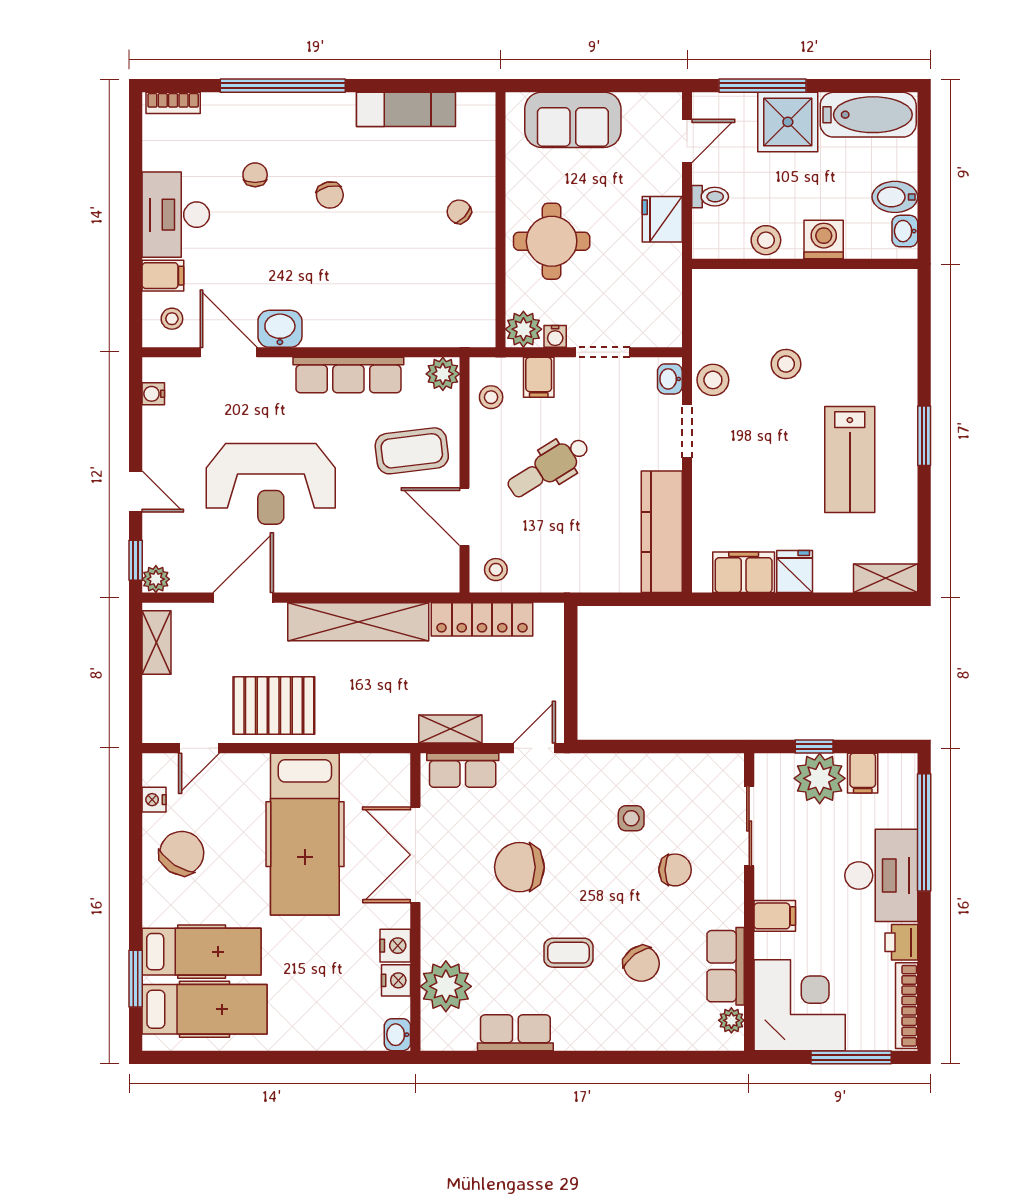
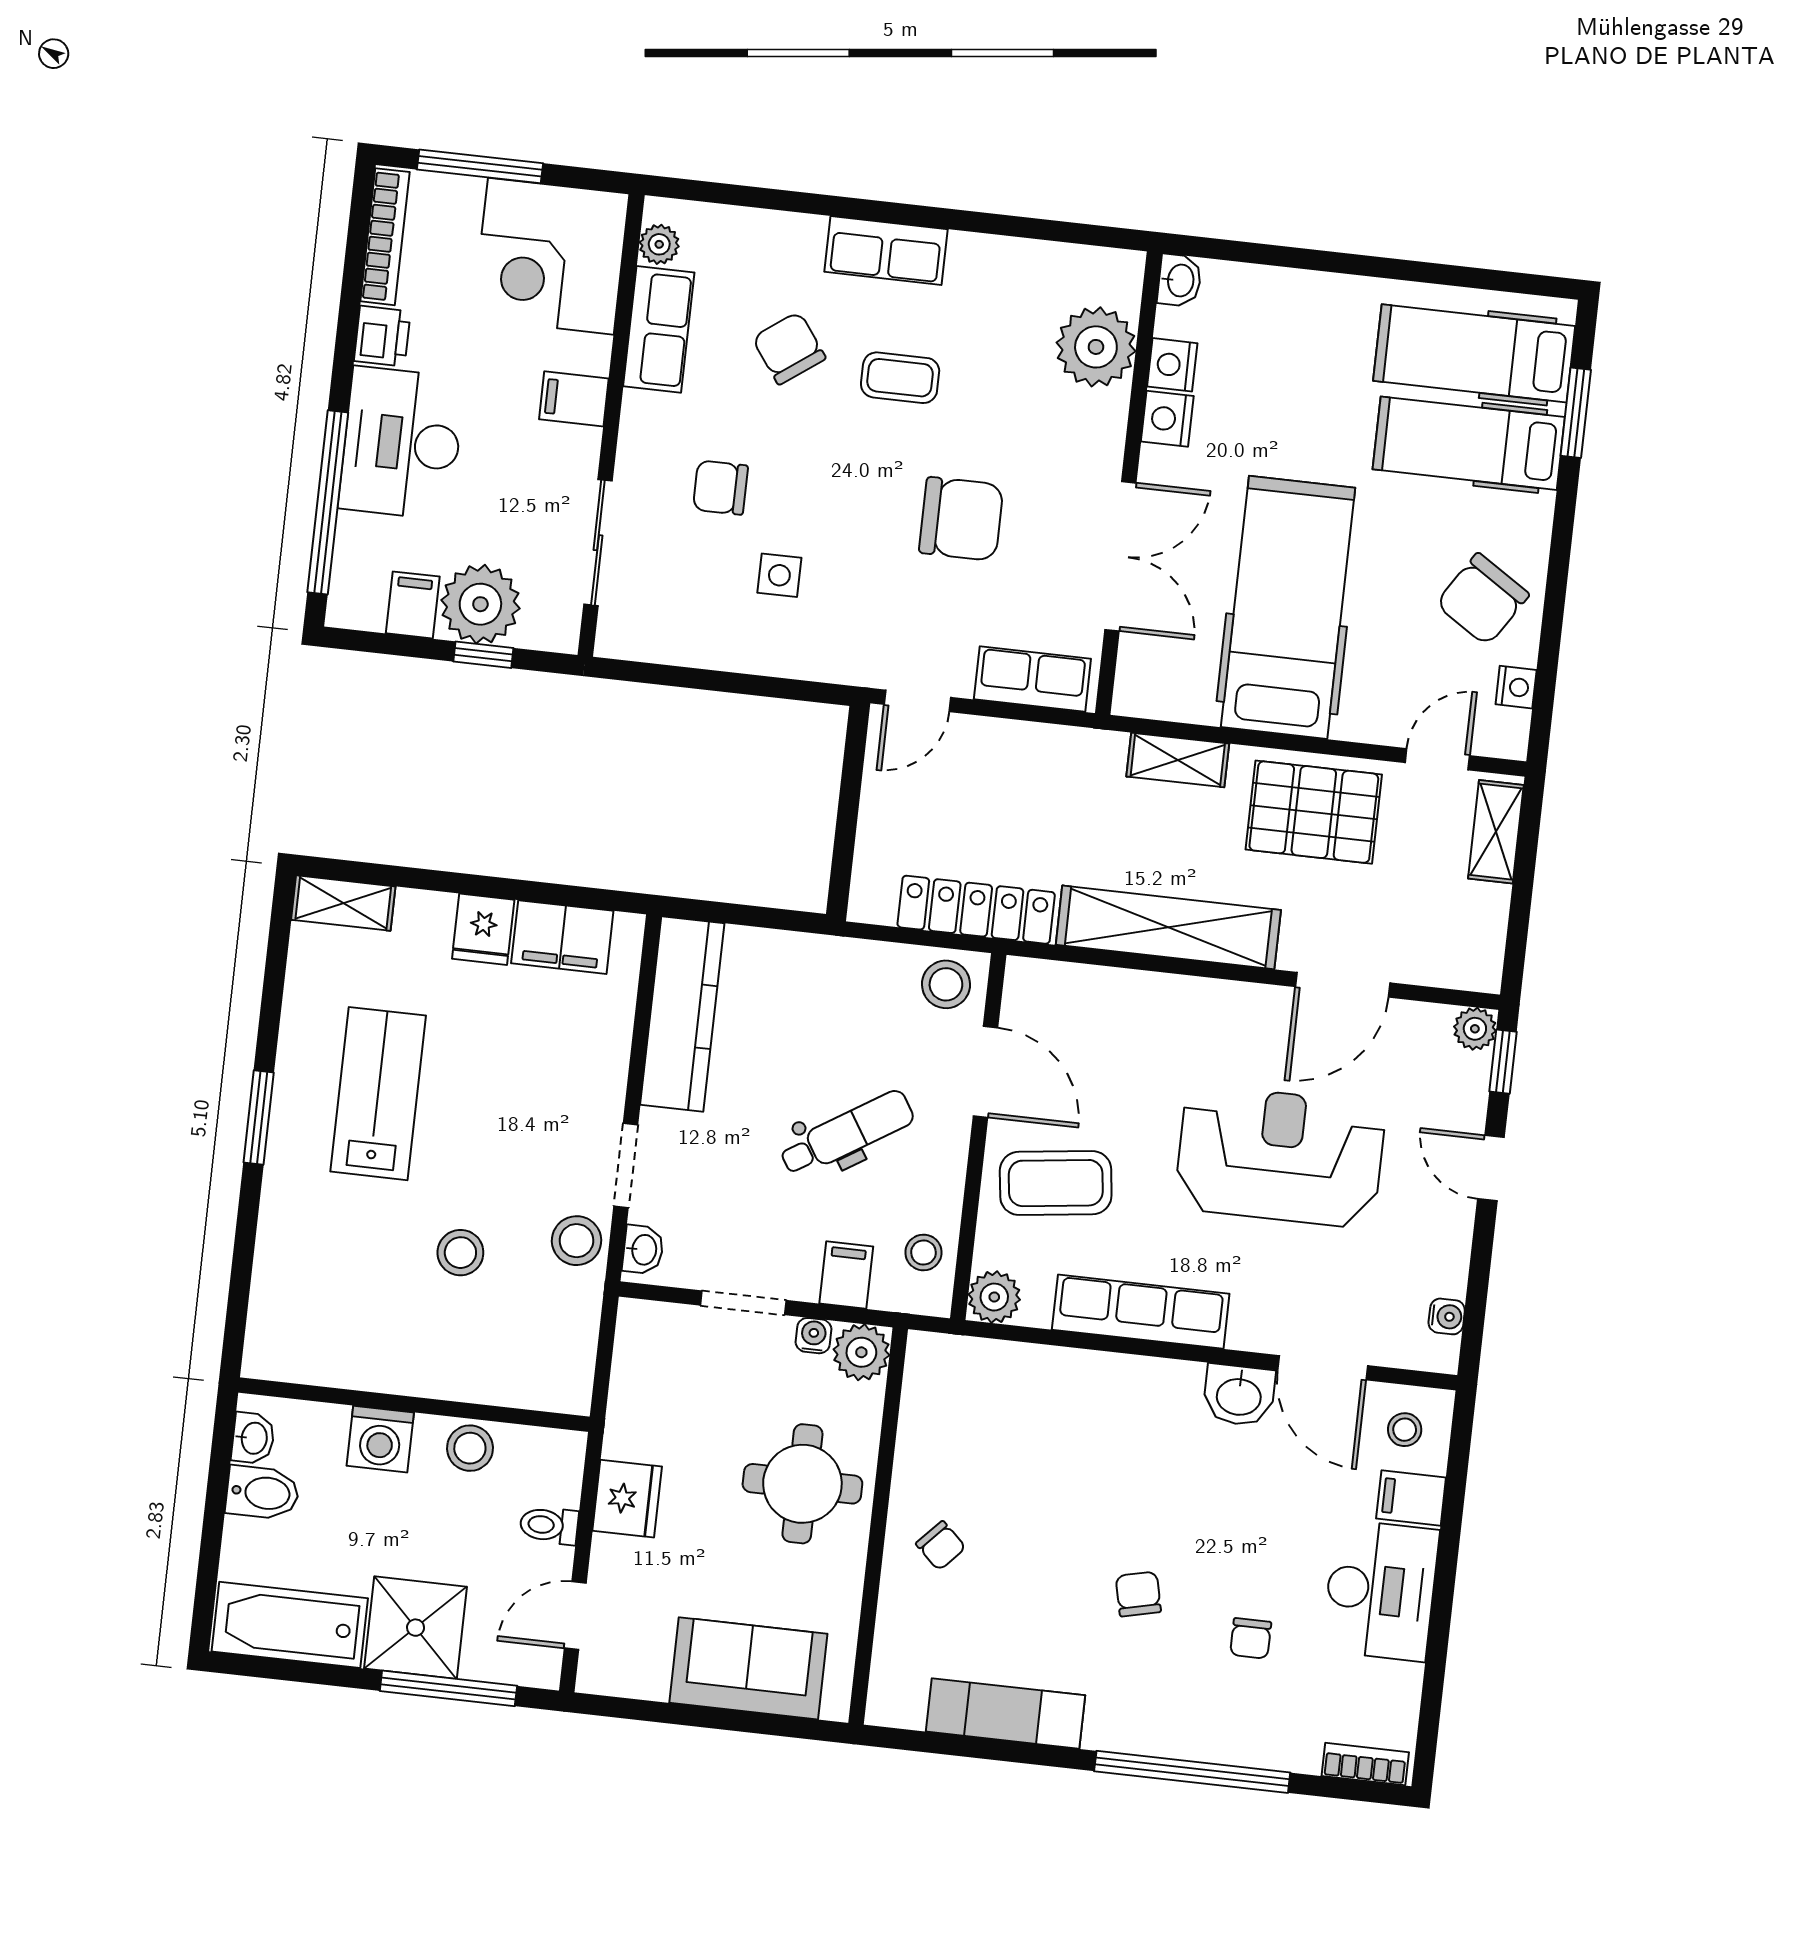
stool: (496, 570) -> (946, 984), width x1.37, depth x1.37
shelving: (156, 642) -> (1496, 832), moved
shelving: (450, 729) -> (1178, 760), moved
row of seats: (515, 1033) -> (886, 250), moved

